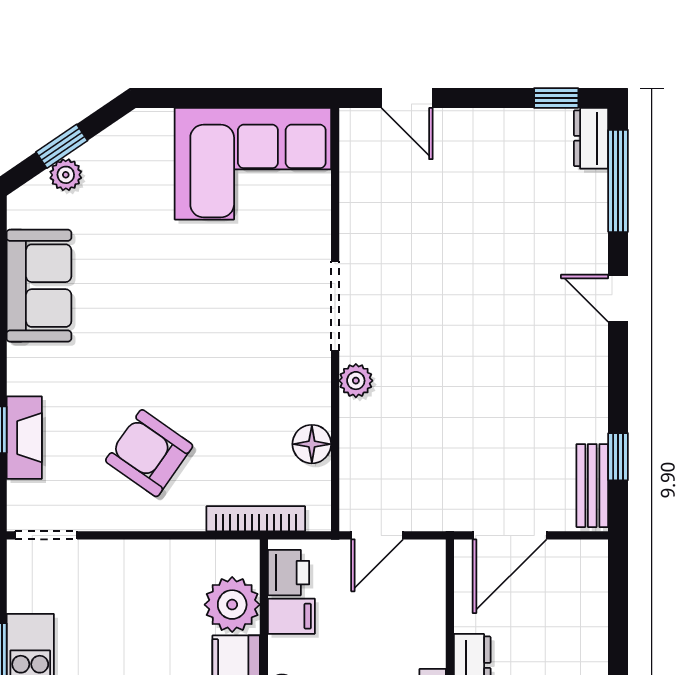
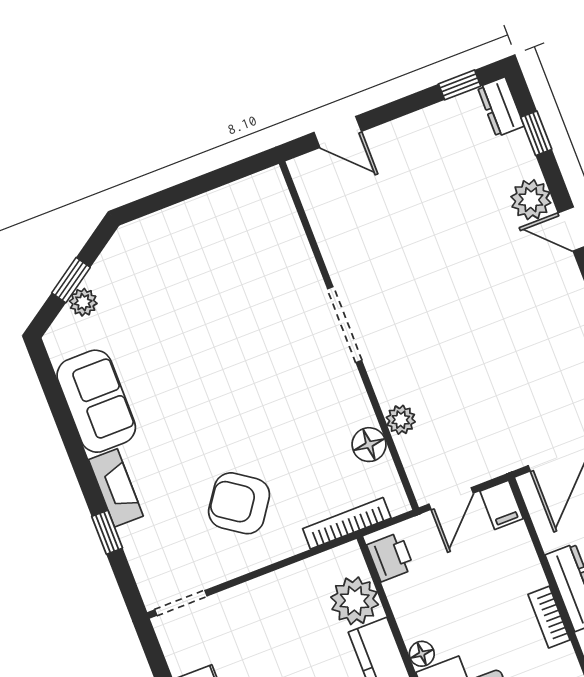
corner sofa: (253, 164) -> (233, 234), removed
window: (618, 181) -> (536, 133), width x0.46
plant: (585, 250) -> (531, 200), added
plant: (356, 381) -> (401, 420), moved
fireplace: (24, 438) -> (116, 488), moved
filing cabinet: (291, 616) -> (502, 505), moved, turned 90

